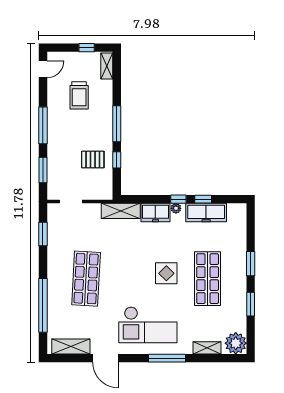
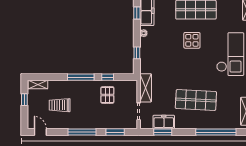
trolley: (79, 95) -> (60, 105), turned 180
window: (178, 199) -> (137, 53), moved
shelving: (121, 211) -> (146, 88), moved
freezer: (155, 212) -> (164, 122), moved, turned -90

